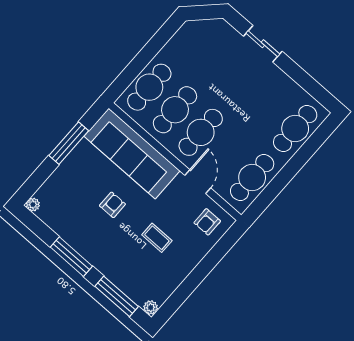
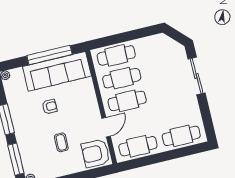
sliding door: (263, 44) -> (197, 76), width x1.37
window: (69, 143) -> (49, 55), width x1.46
sofa: (132, 153) -> (57, 71), moved, turned -90
armchair: (207, 222) -> (96, 153), width x1.88, depth x1.88

